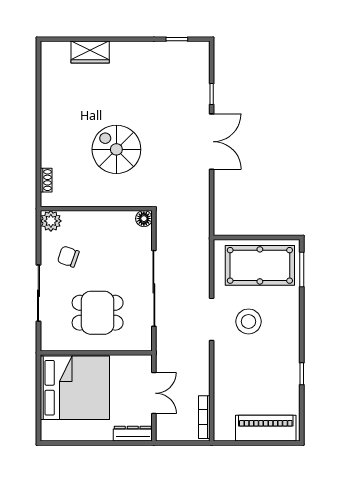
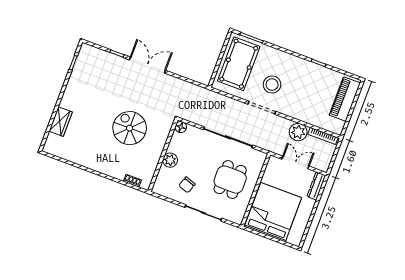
spiral stairs: (116, 149) -> (130, 128), turned 90
plant: (51, 221) -> (170, 160), moved
plant: (197, 381) -> (298, 132), added

